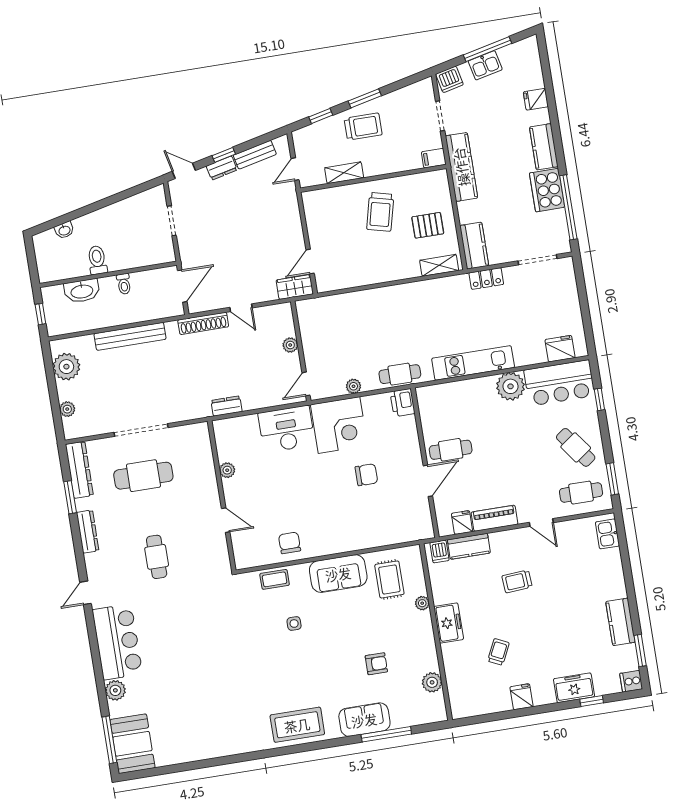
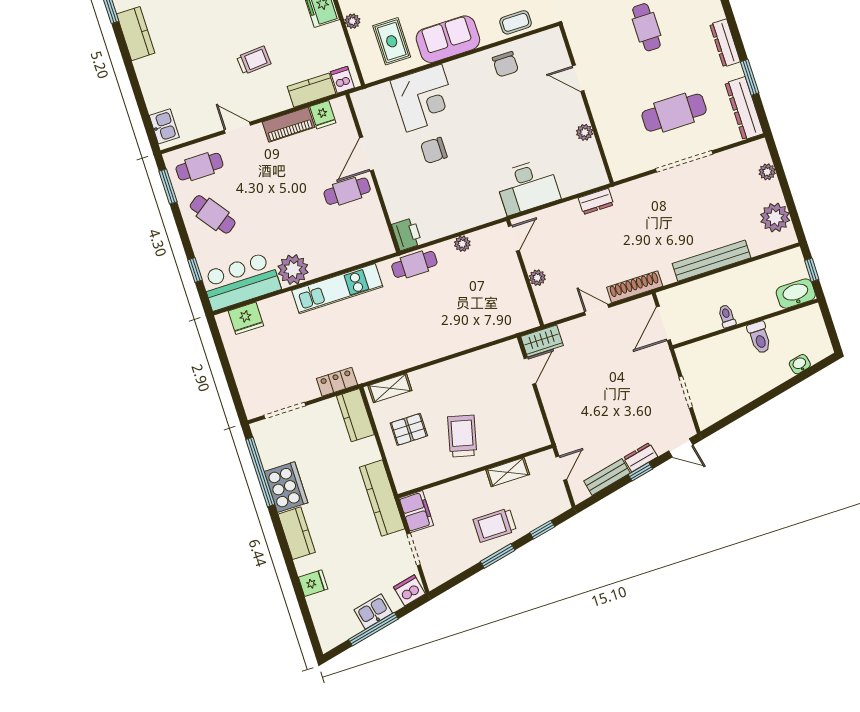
filing cabinet: (434, 158) -> (416, 512), width x2.00
washbasin: (82, 291) -> (796, 294), moved
corner desk: (339, 425) -> (424, 98), moved, turned 180

